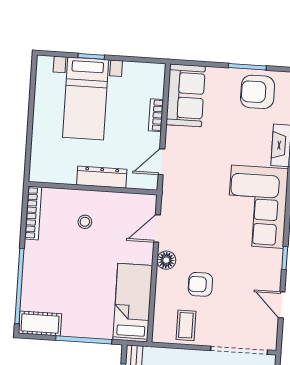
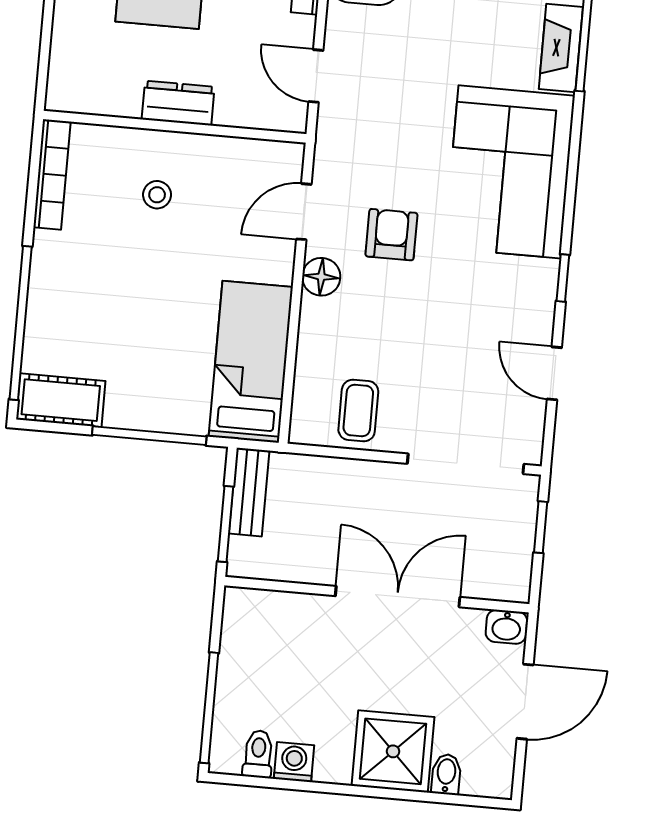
door: (161, 162) -> (316, 76), hinge flipped
dresser: (102, 177) -> (178, 103), width x0.70
armchair: (200, 284) -> (391, 235), moved, turned 90

